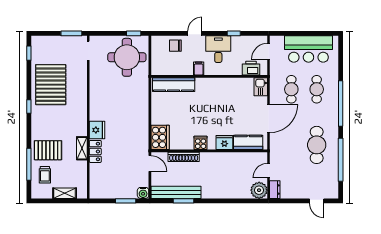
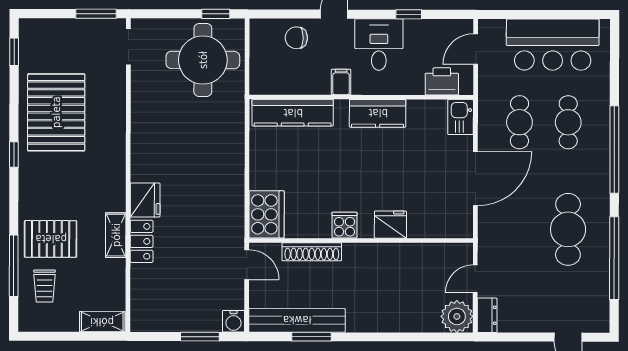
kitchen counter: (248, 142) -> (378, 113), moved, turned 180
shelving: (65, 193) -> (102, 322), moved

